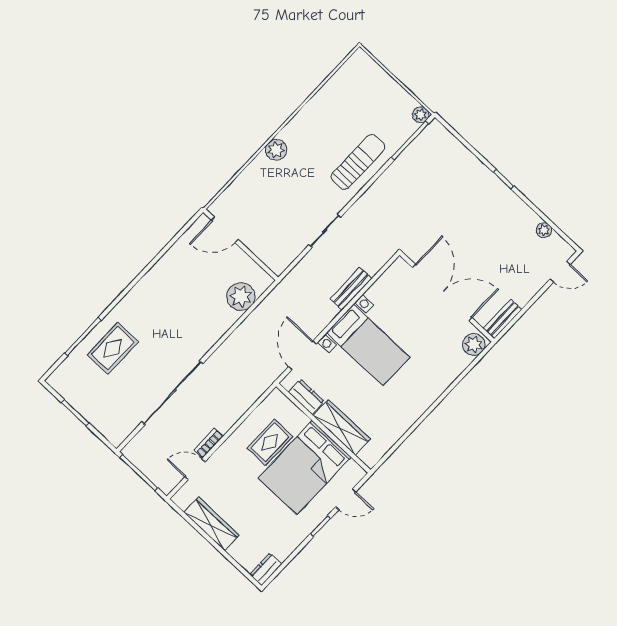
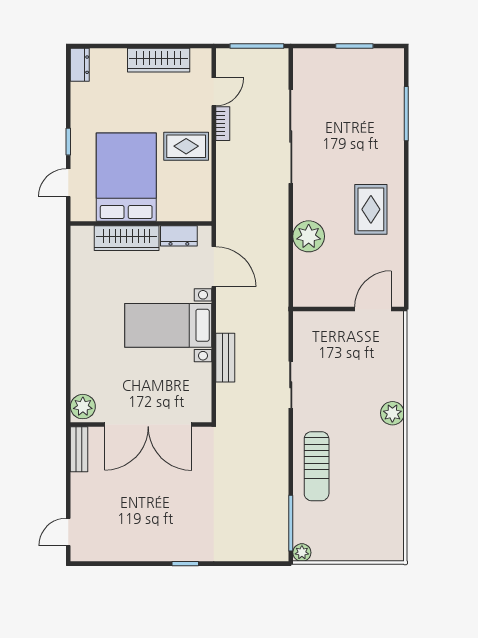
plant: (544, 230) -> (113, 553), removed
plant: (241, 297) -> (309, 236), moved
rug: (113, 348) -> (371, 209), moved
rug: (270, 442) -> (186, 146), moved, turned 90

